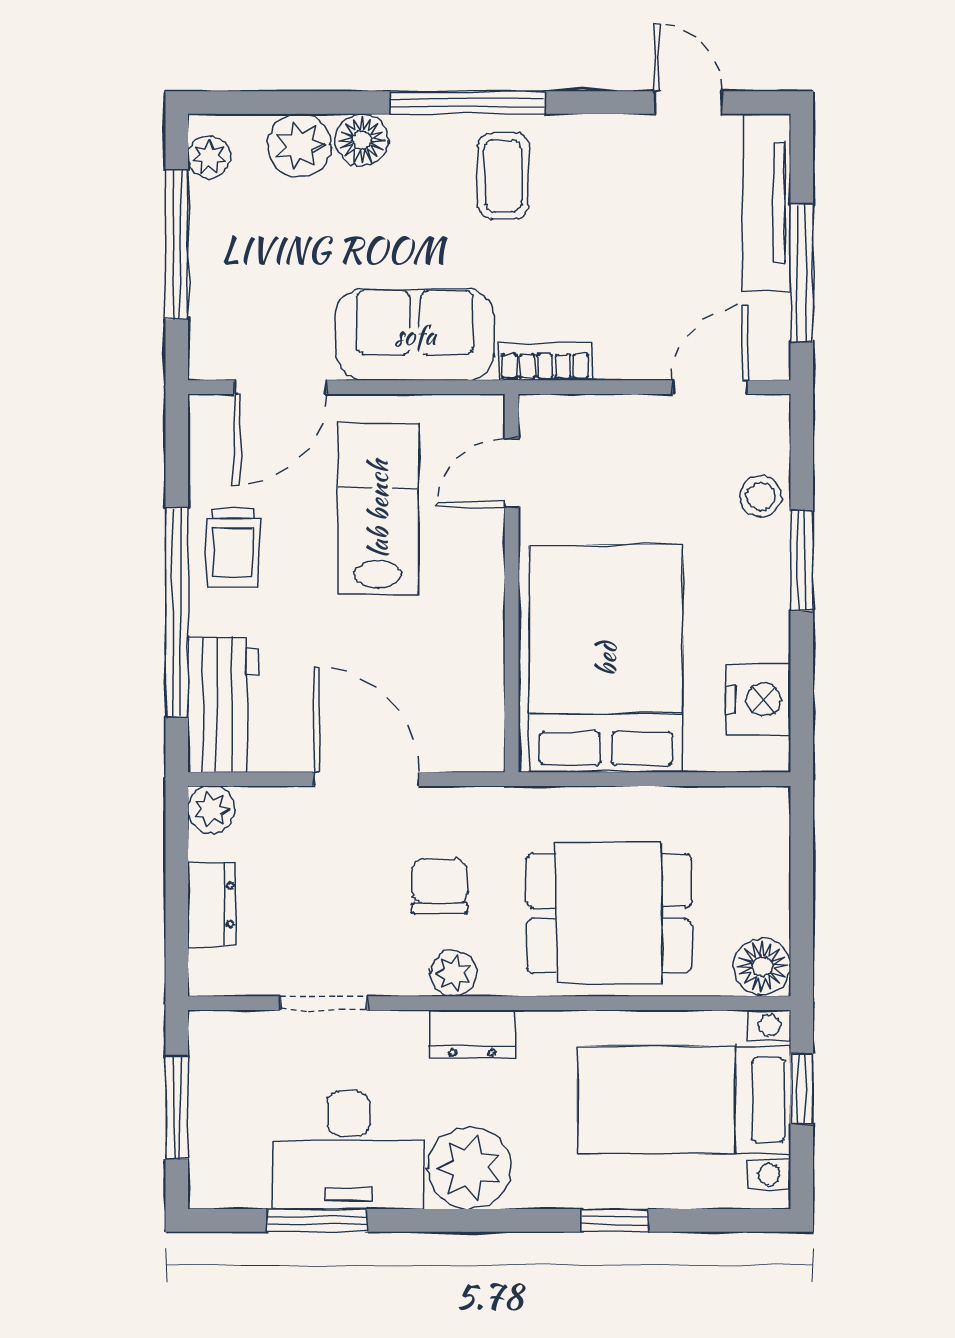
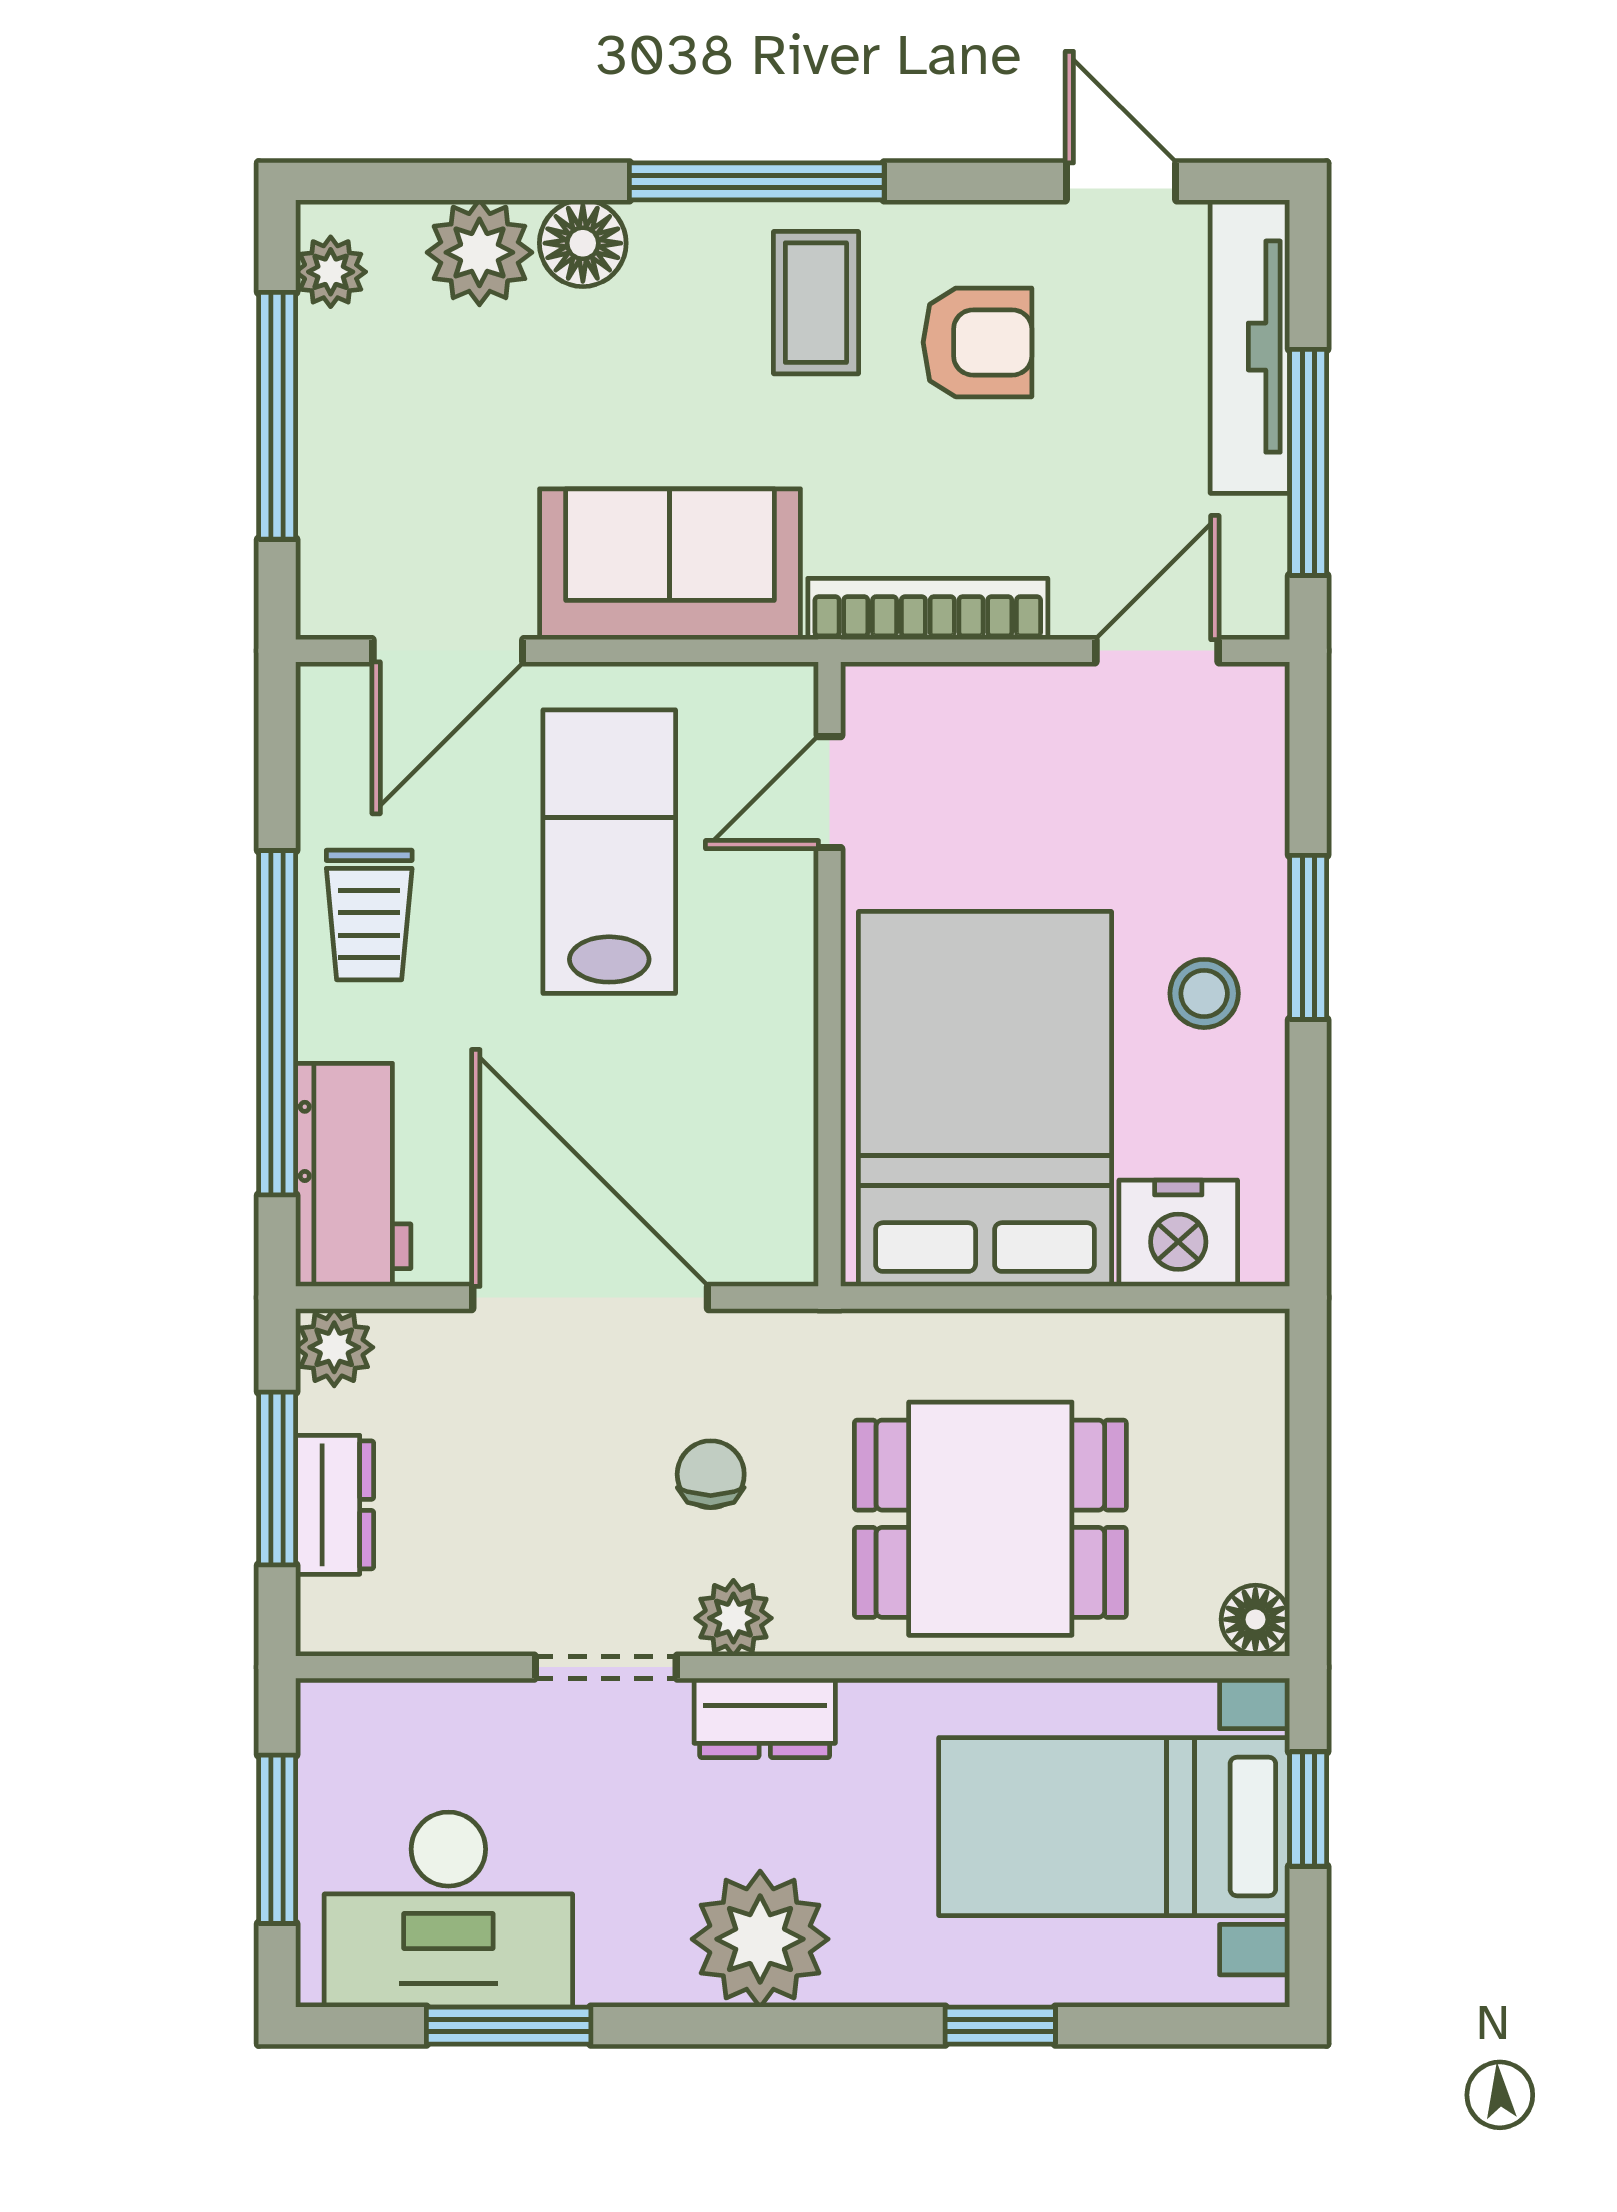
armchair: (601, 200) -> (977, 342), added
bookcase: (545, 362) -> (928, 609), width x1.56
stool: (761, 496) -> (1204, 993), moved
nightstand: (758, 699) -> (1178, 1233), moved, turned 90
door: (366, 779) -> (590, 1298), width x1.36
chair: (440, 886) -> (711, 1474), width x0.73, depth x0.73
window: (177, 889) -> (277, 1479), added
floor lamp: (762, 967) -> (1255, 1619), width x0.73, depth x0.73
doorway: (323, 1003) -> (606, 1667), moved
desk: (348, 1150) -> (448, 1910), moved

